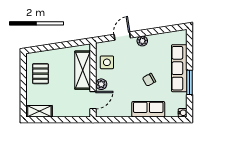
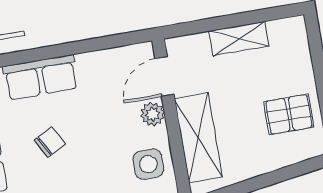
pallet: (40, 74) -> (289, 114), turned 90
shelving: (39, 111) -> (239, 39), moved

